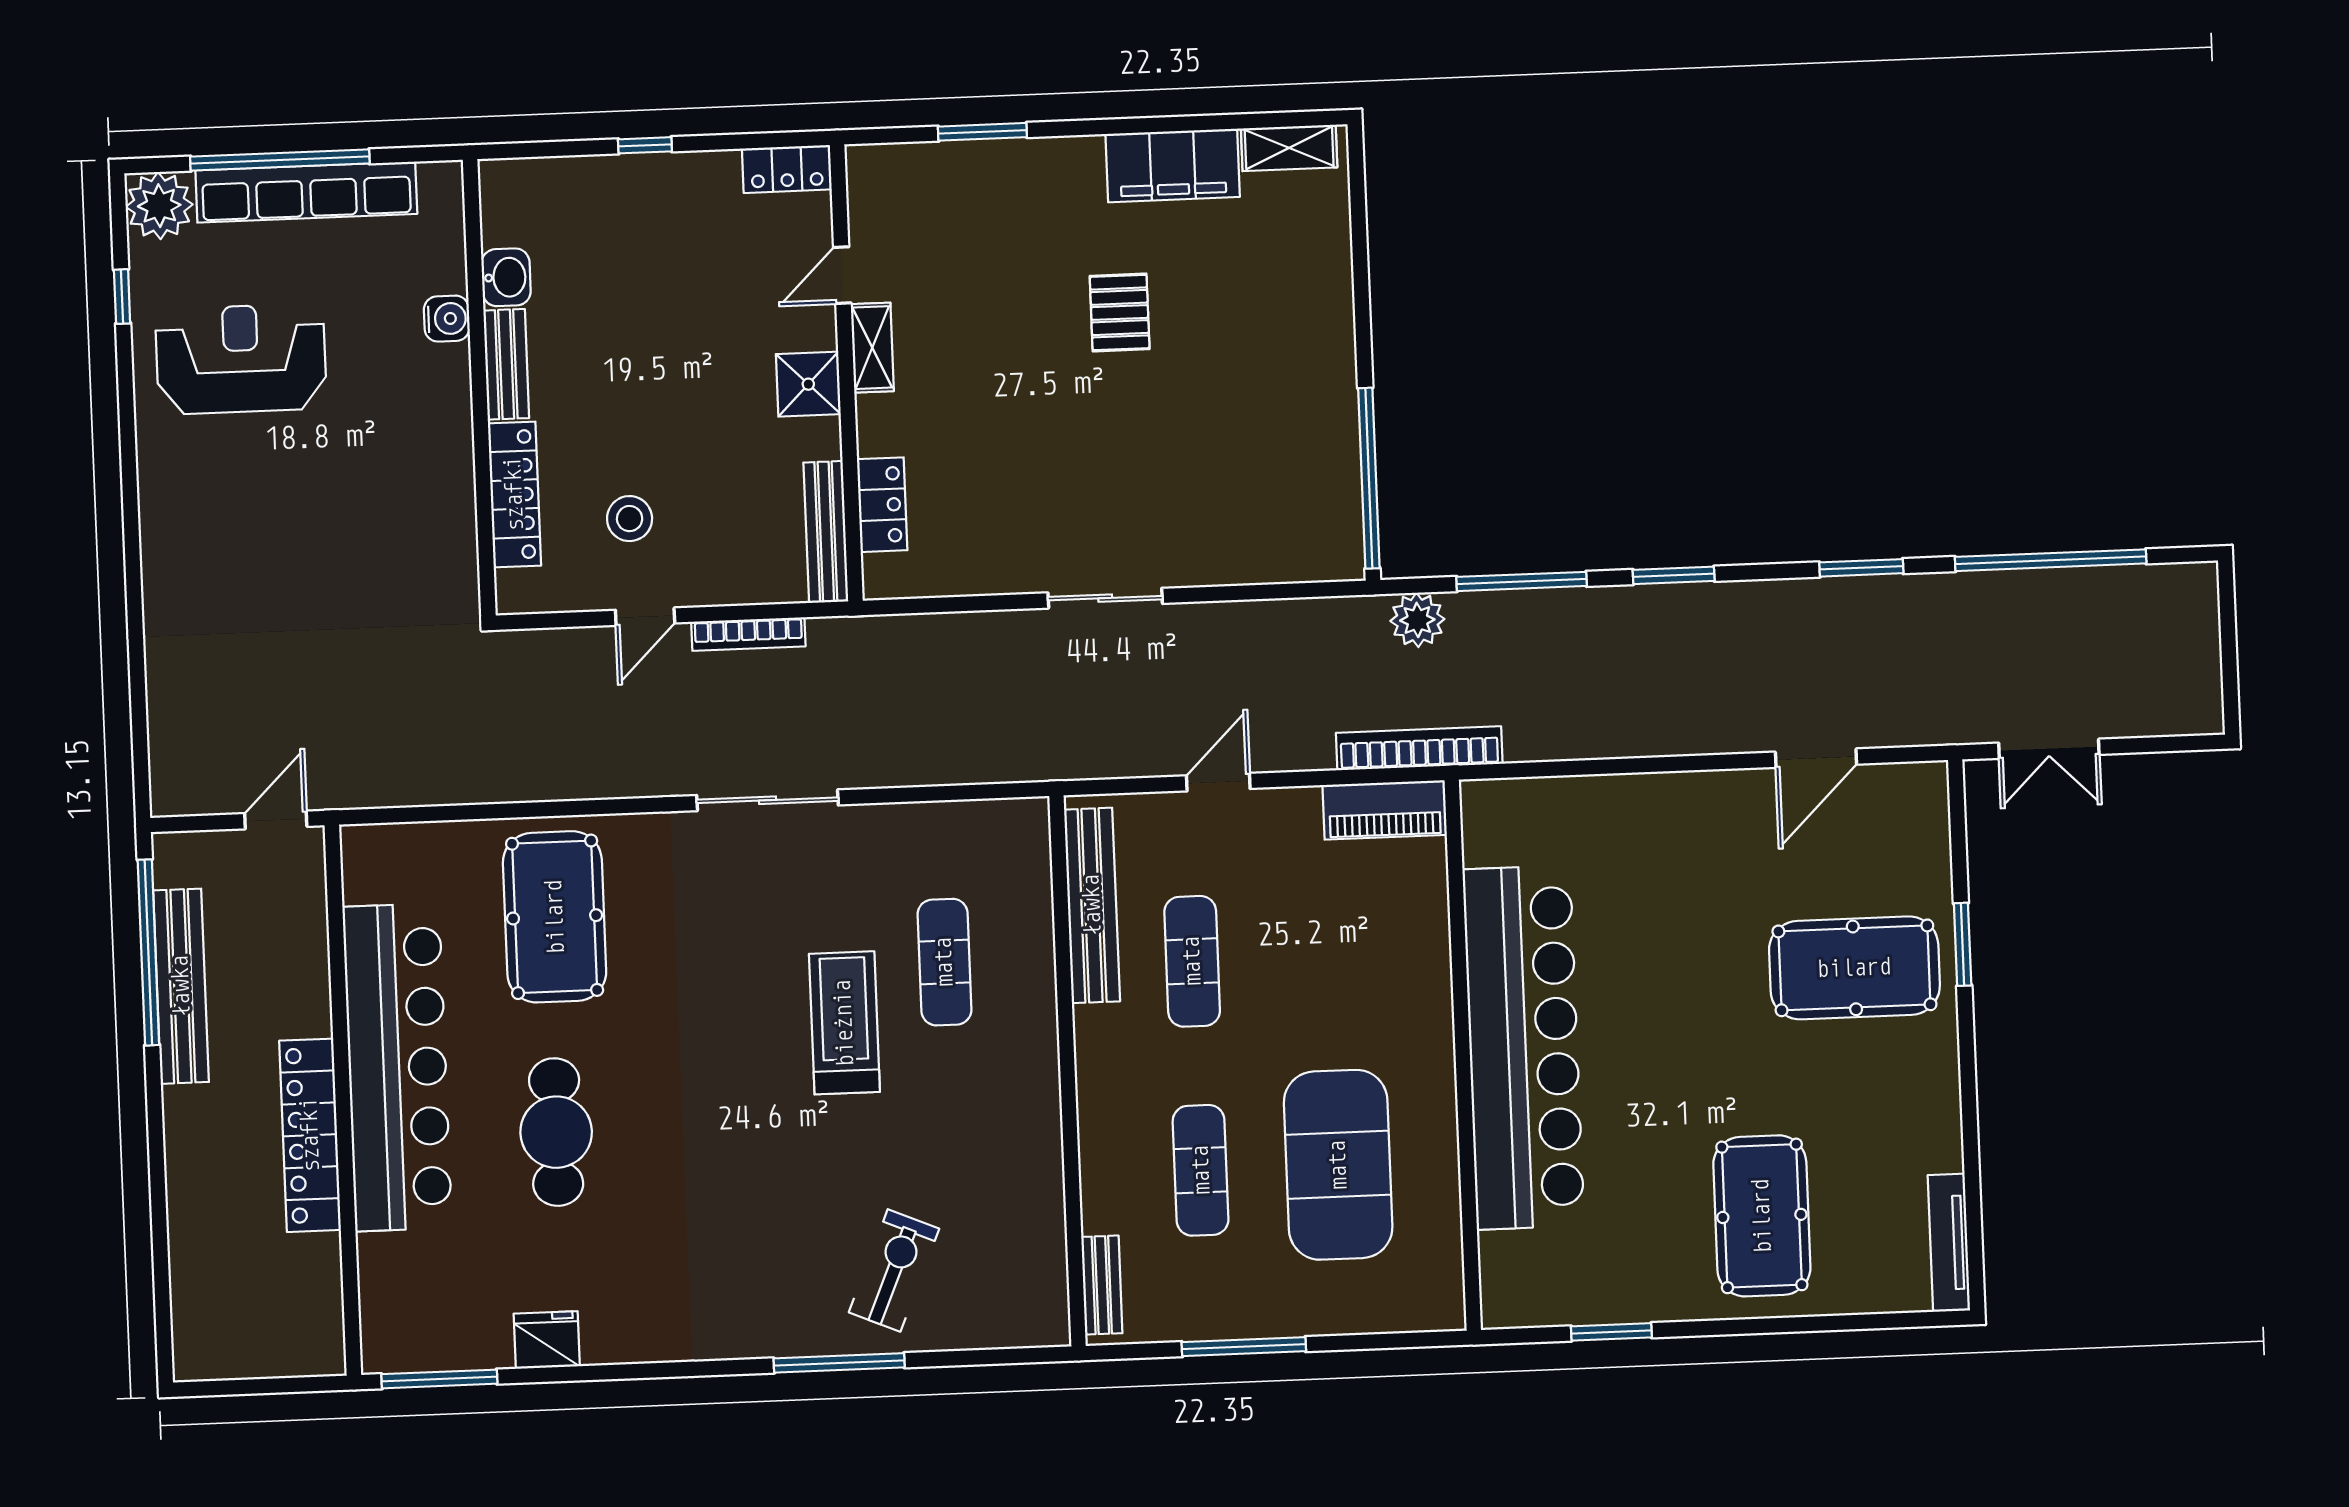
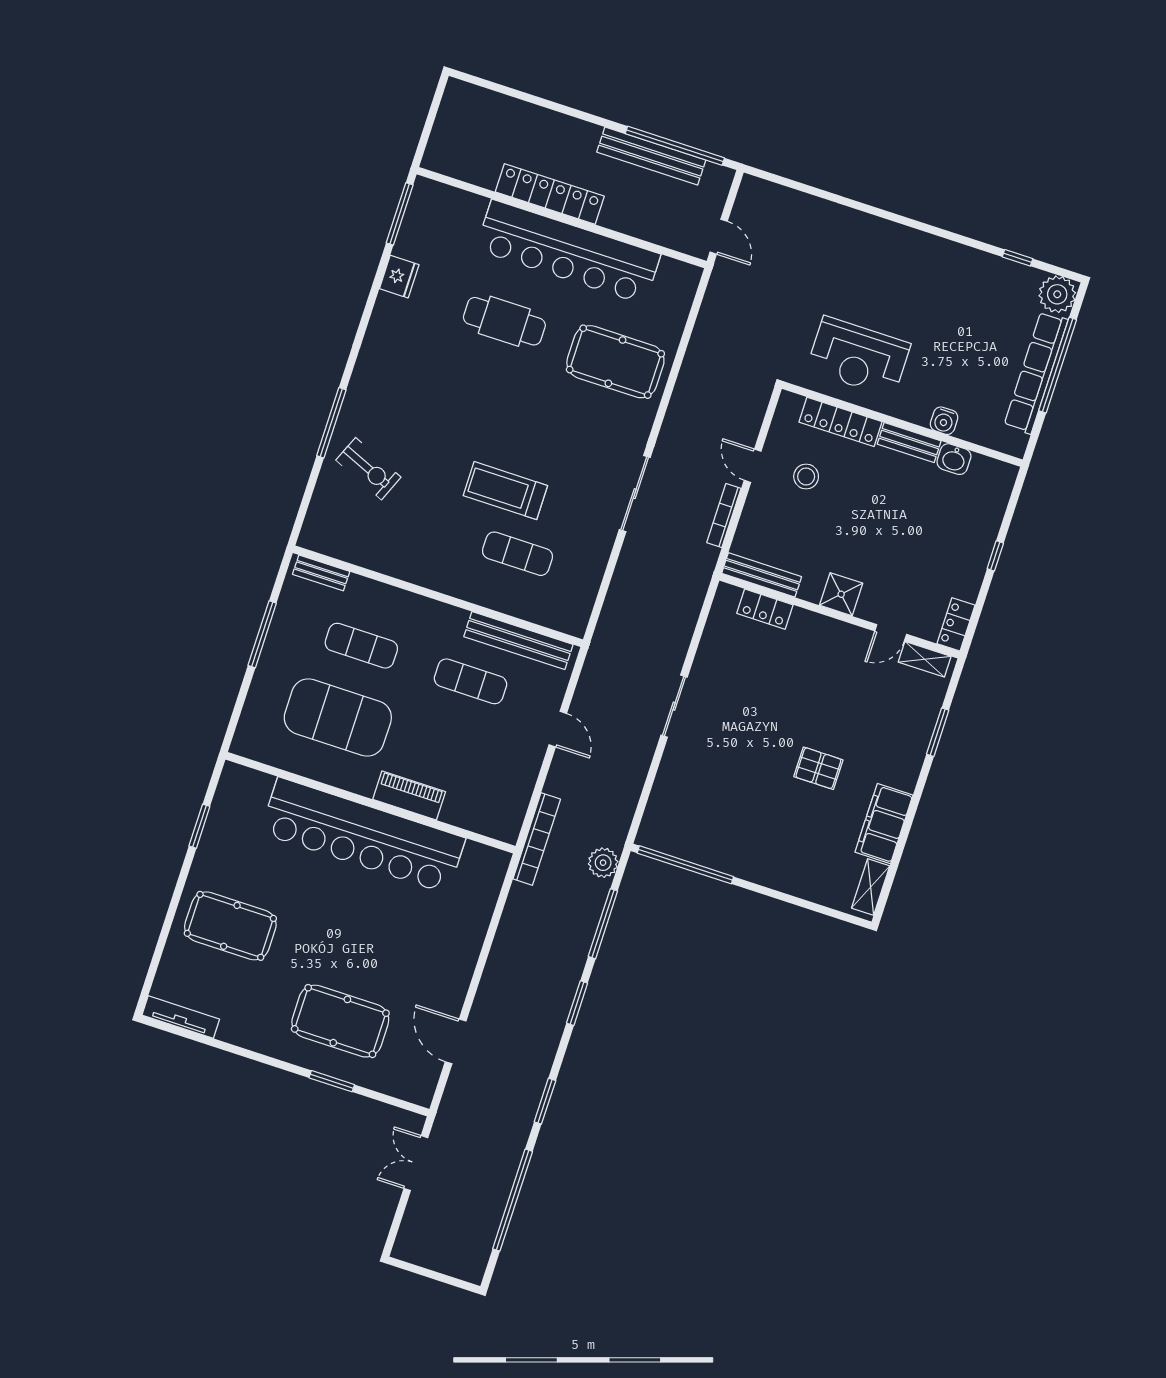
door: (842, 275) -> (891, 633), swing flipped
shelving: (872, 348) -> (925, 659), moved
reception desk: (241, 359) -> (858, 357), moved, turned 90
piano: (1385, 810) -> (409, 795), moved, turned 90
pool table: (1854, 968) -> (340, 1021), turned 90
treadmill: (844, 1023) -> (505, 491), turned 180

